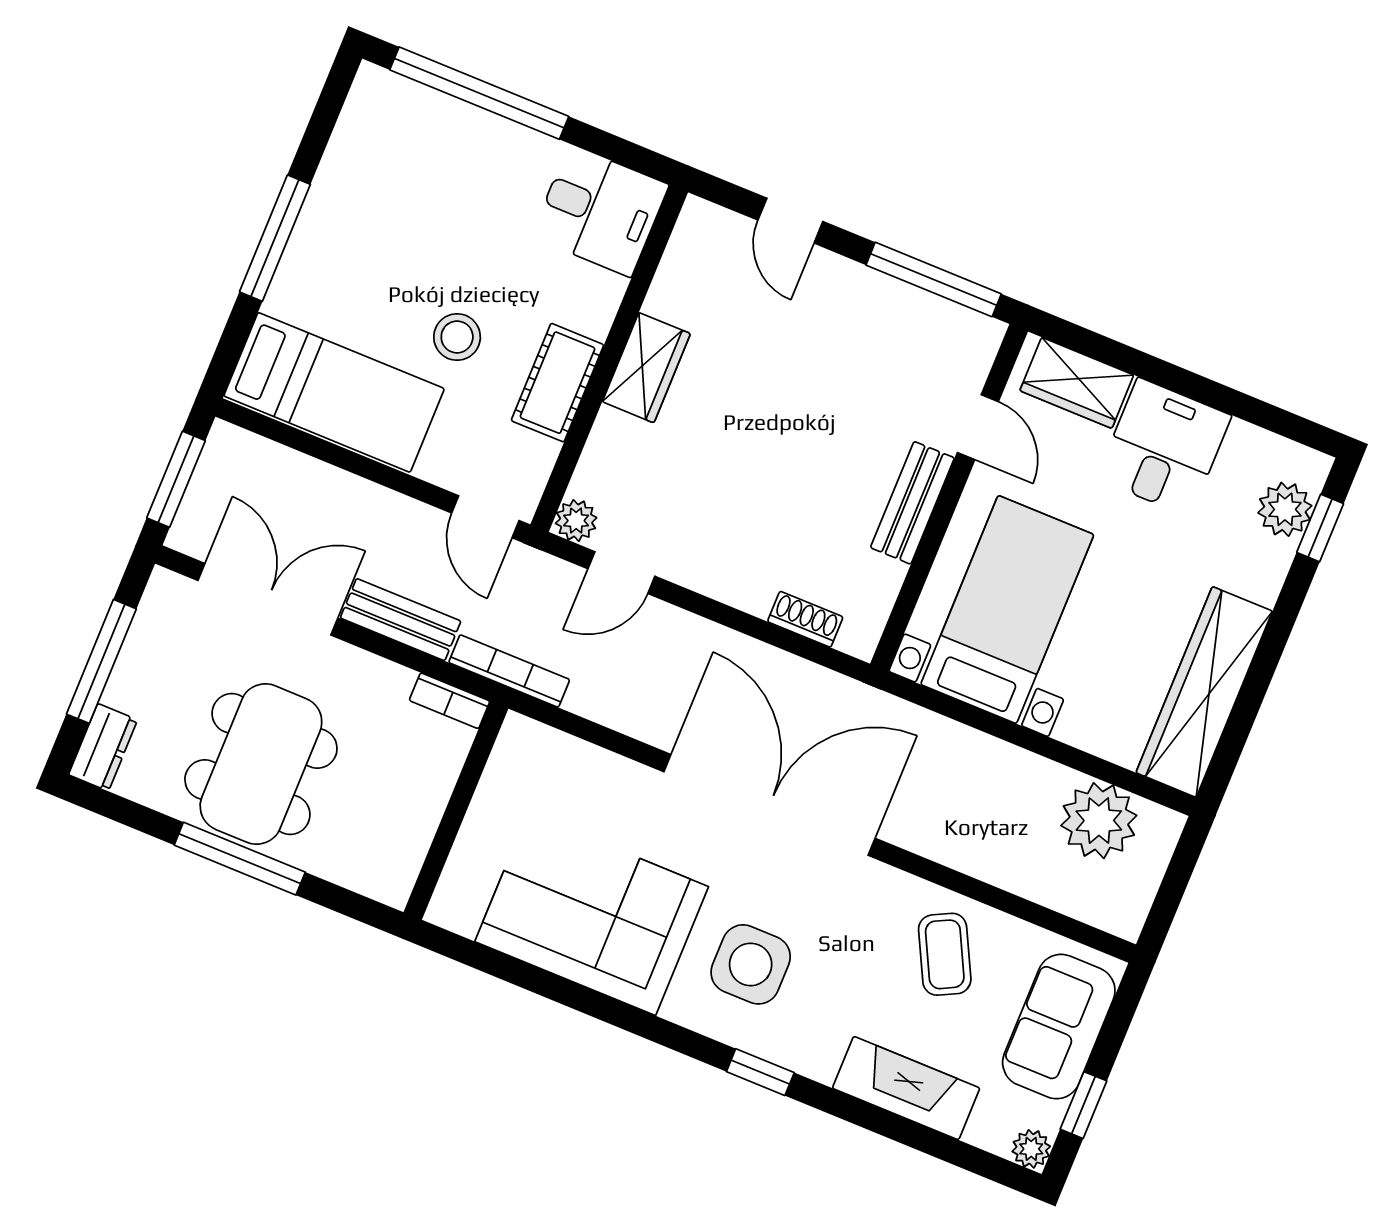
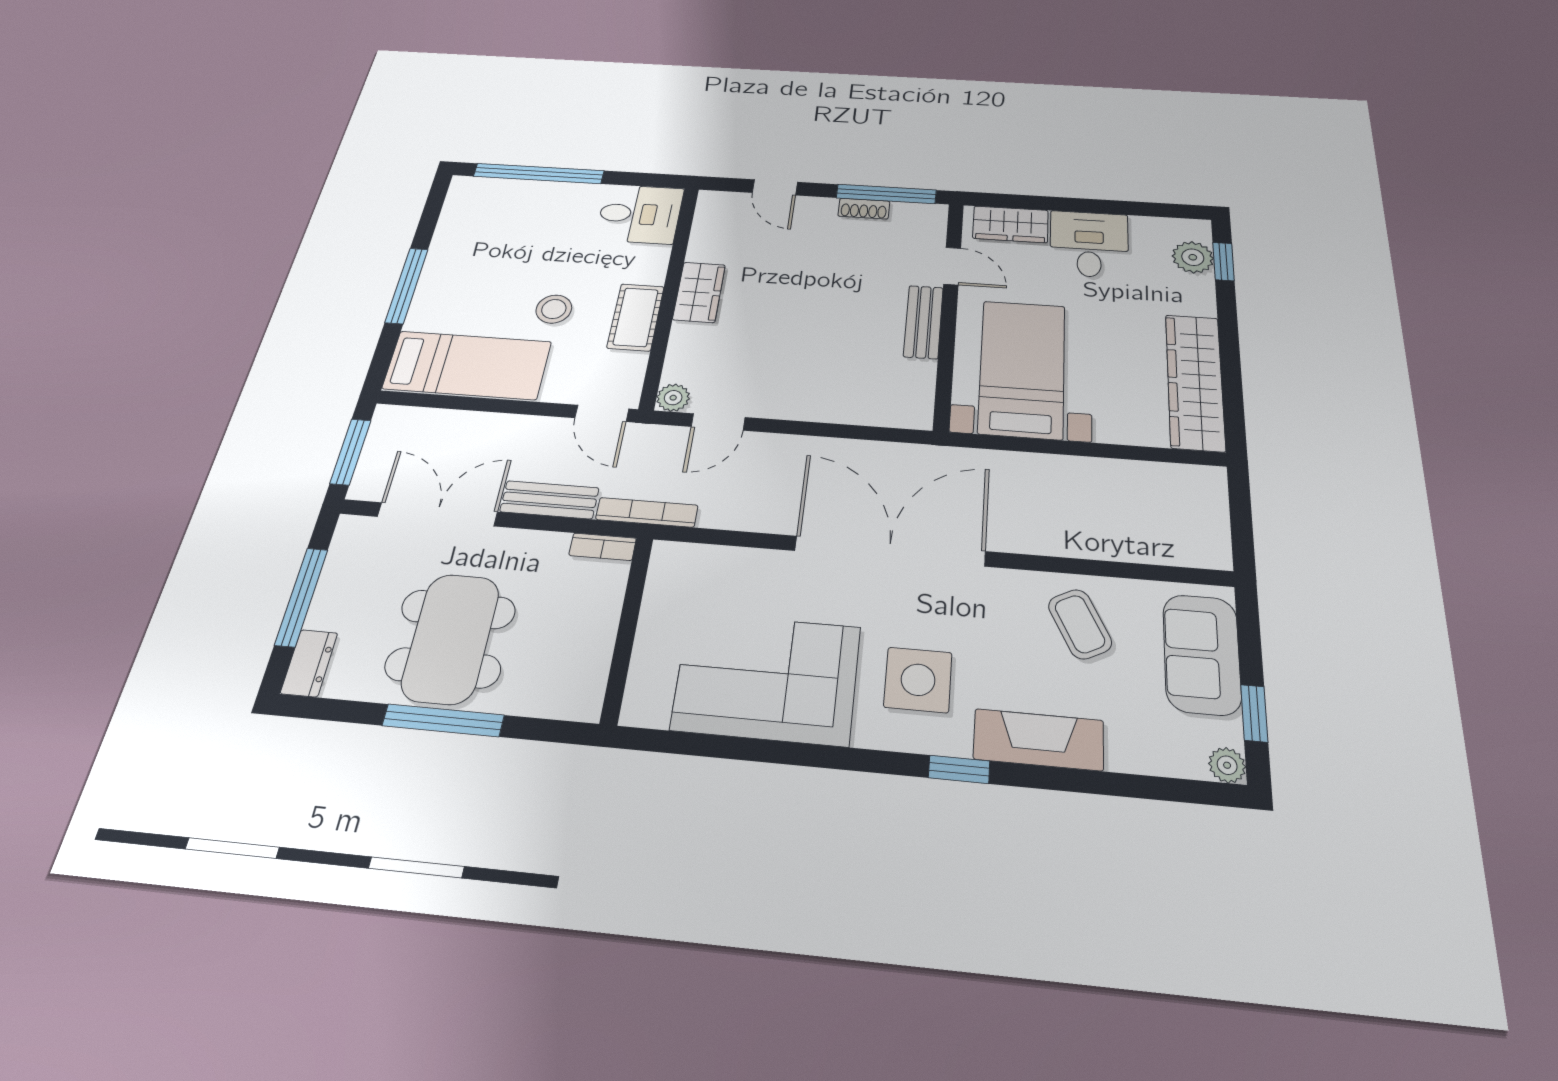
shoe rack: (805, 619) -> (864, 209), moved, turned 180
plant: (1099, 821) -> (1159, 489), removed
fireplace: (906, 1088) -> (1039, 740), moved

